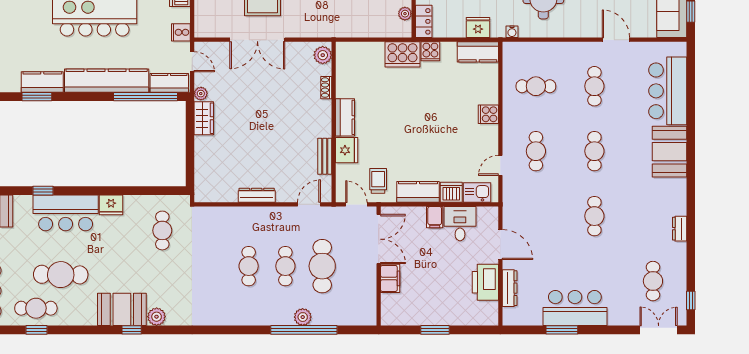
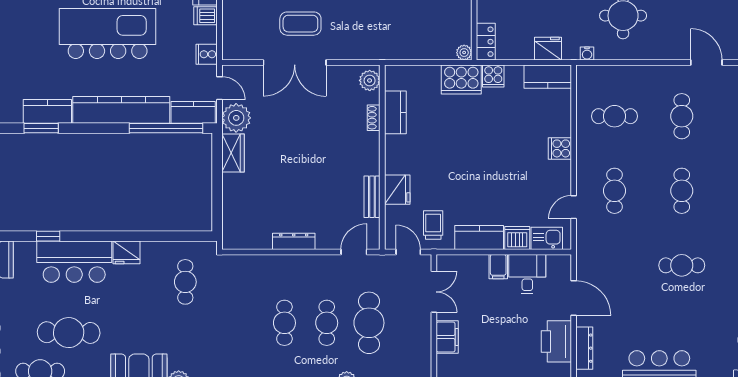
plant: (405, 14) -> (464, 53), moved
plant: (201, 94) -> (236, 118), width x1.87, depth x1.87
kitchen counter: (345, 117) -> (395, 112), moved
cafe table: (594, 216) -> (682, 265), turned 90
double door: (379, 239) -> (434, 292), width x0.73

